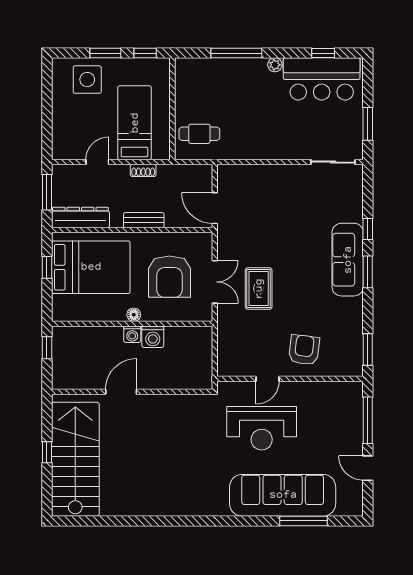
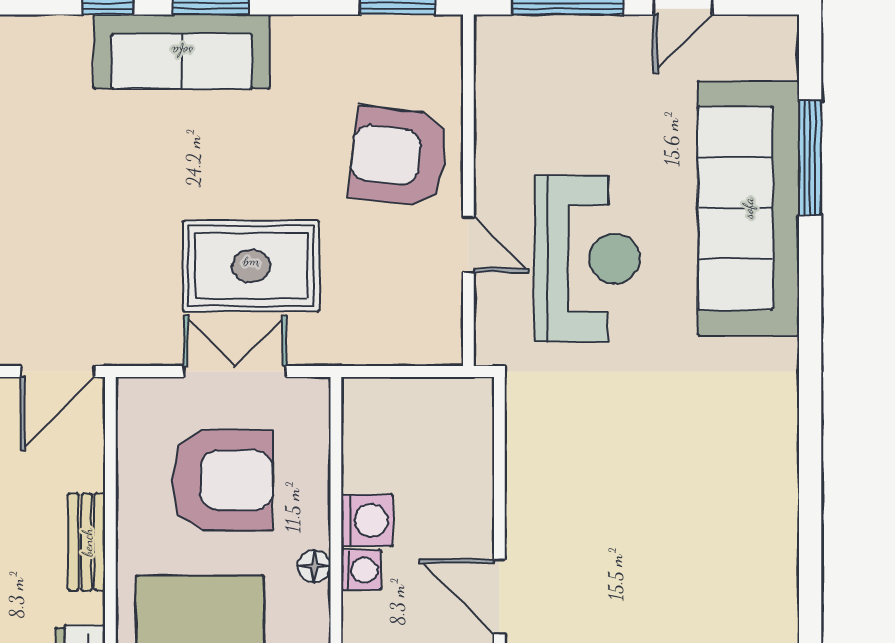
rug: (259, 289) -> (251, 266), width x1.36, depth x1.43
armchair: (304, 350) -> (399, 157), width x1.36, depth x1.36

